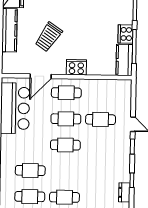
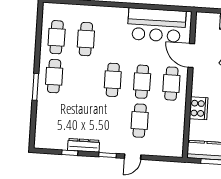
cooker: (76, 67) -> (199, 108), moved
dresser: (124, 192) -> (84, 145), moved, width x1.44

